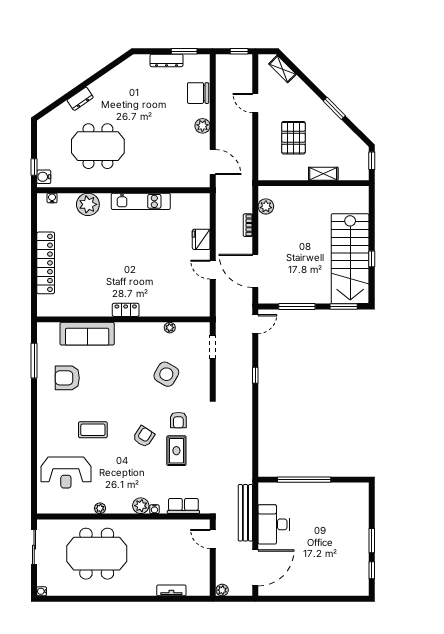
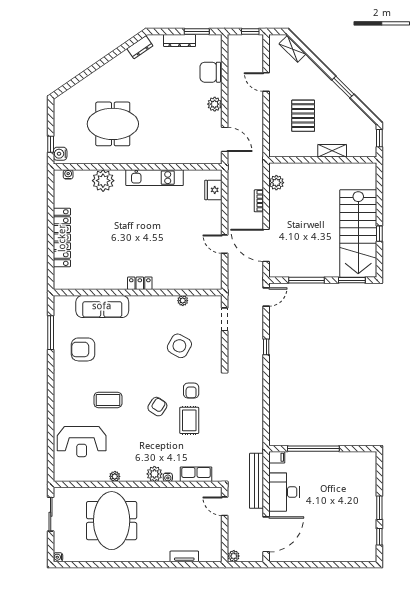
dresser: (80, 99) -> (140, 47), moved
fridge: (201, 239) -> (213, 190), moved
filing cabinet: (266, 489) -> (277, 457), added
meeting table: (97, 554) -> (112, 521), turned 90

